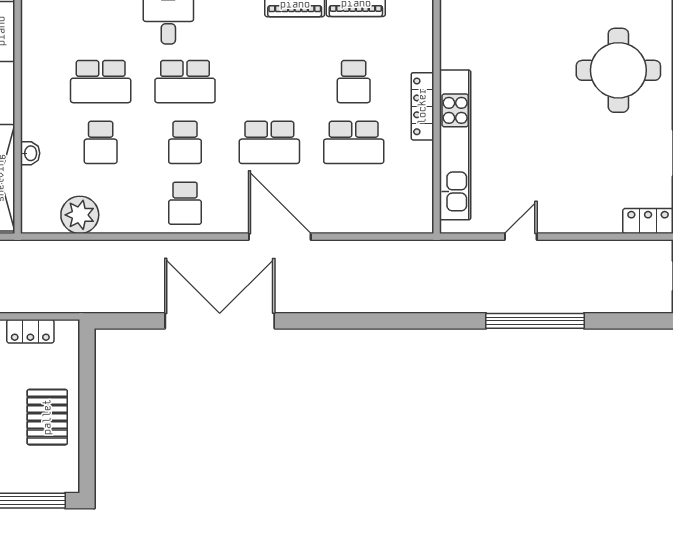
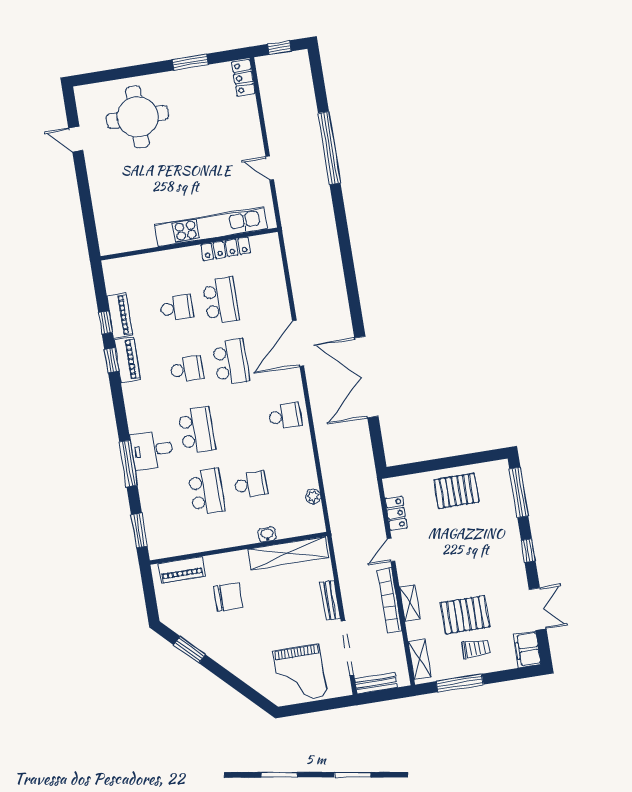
locker: (422, 106) -> (226, 249), moved
school desk: (185, 142) -> (187, 369), moved
plant: (80, 215) -> (313, 496), width x0.53, depth x0.53

